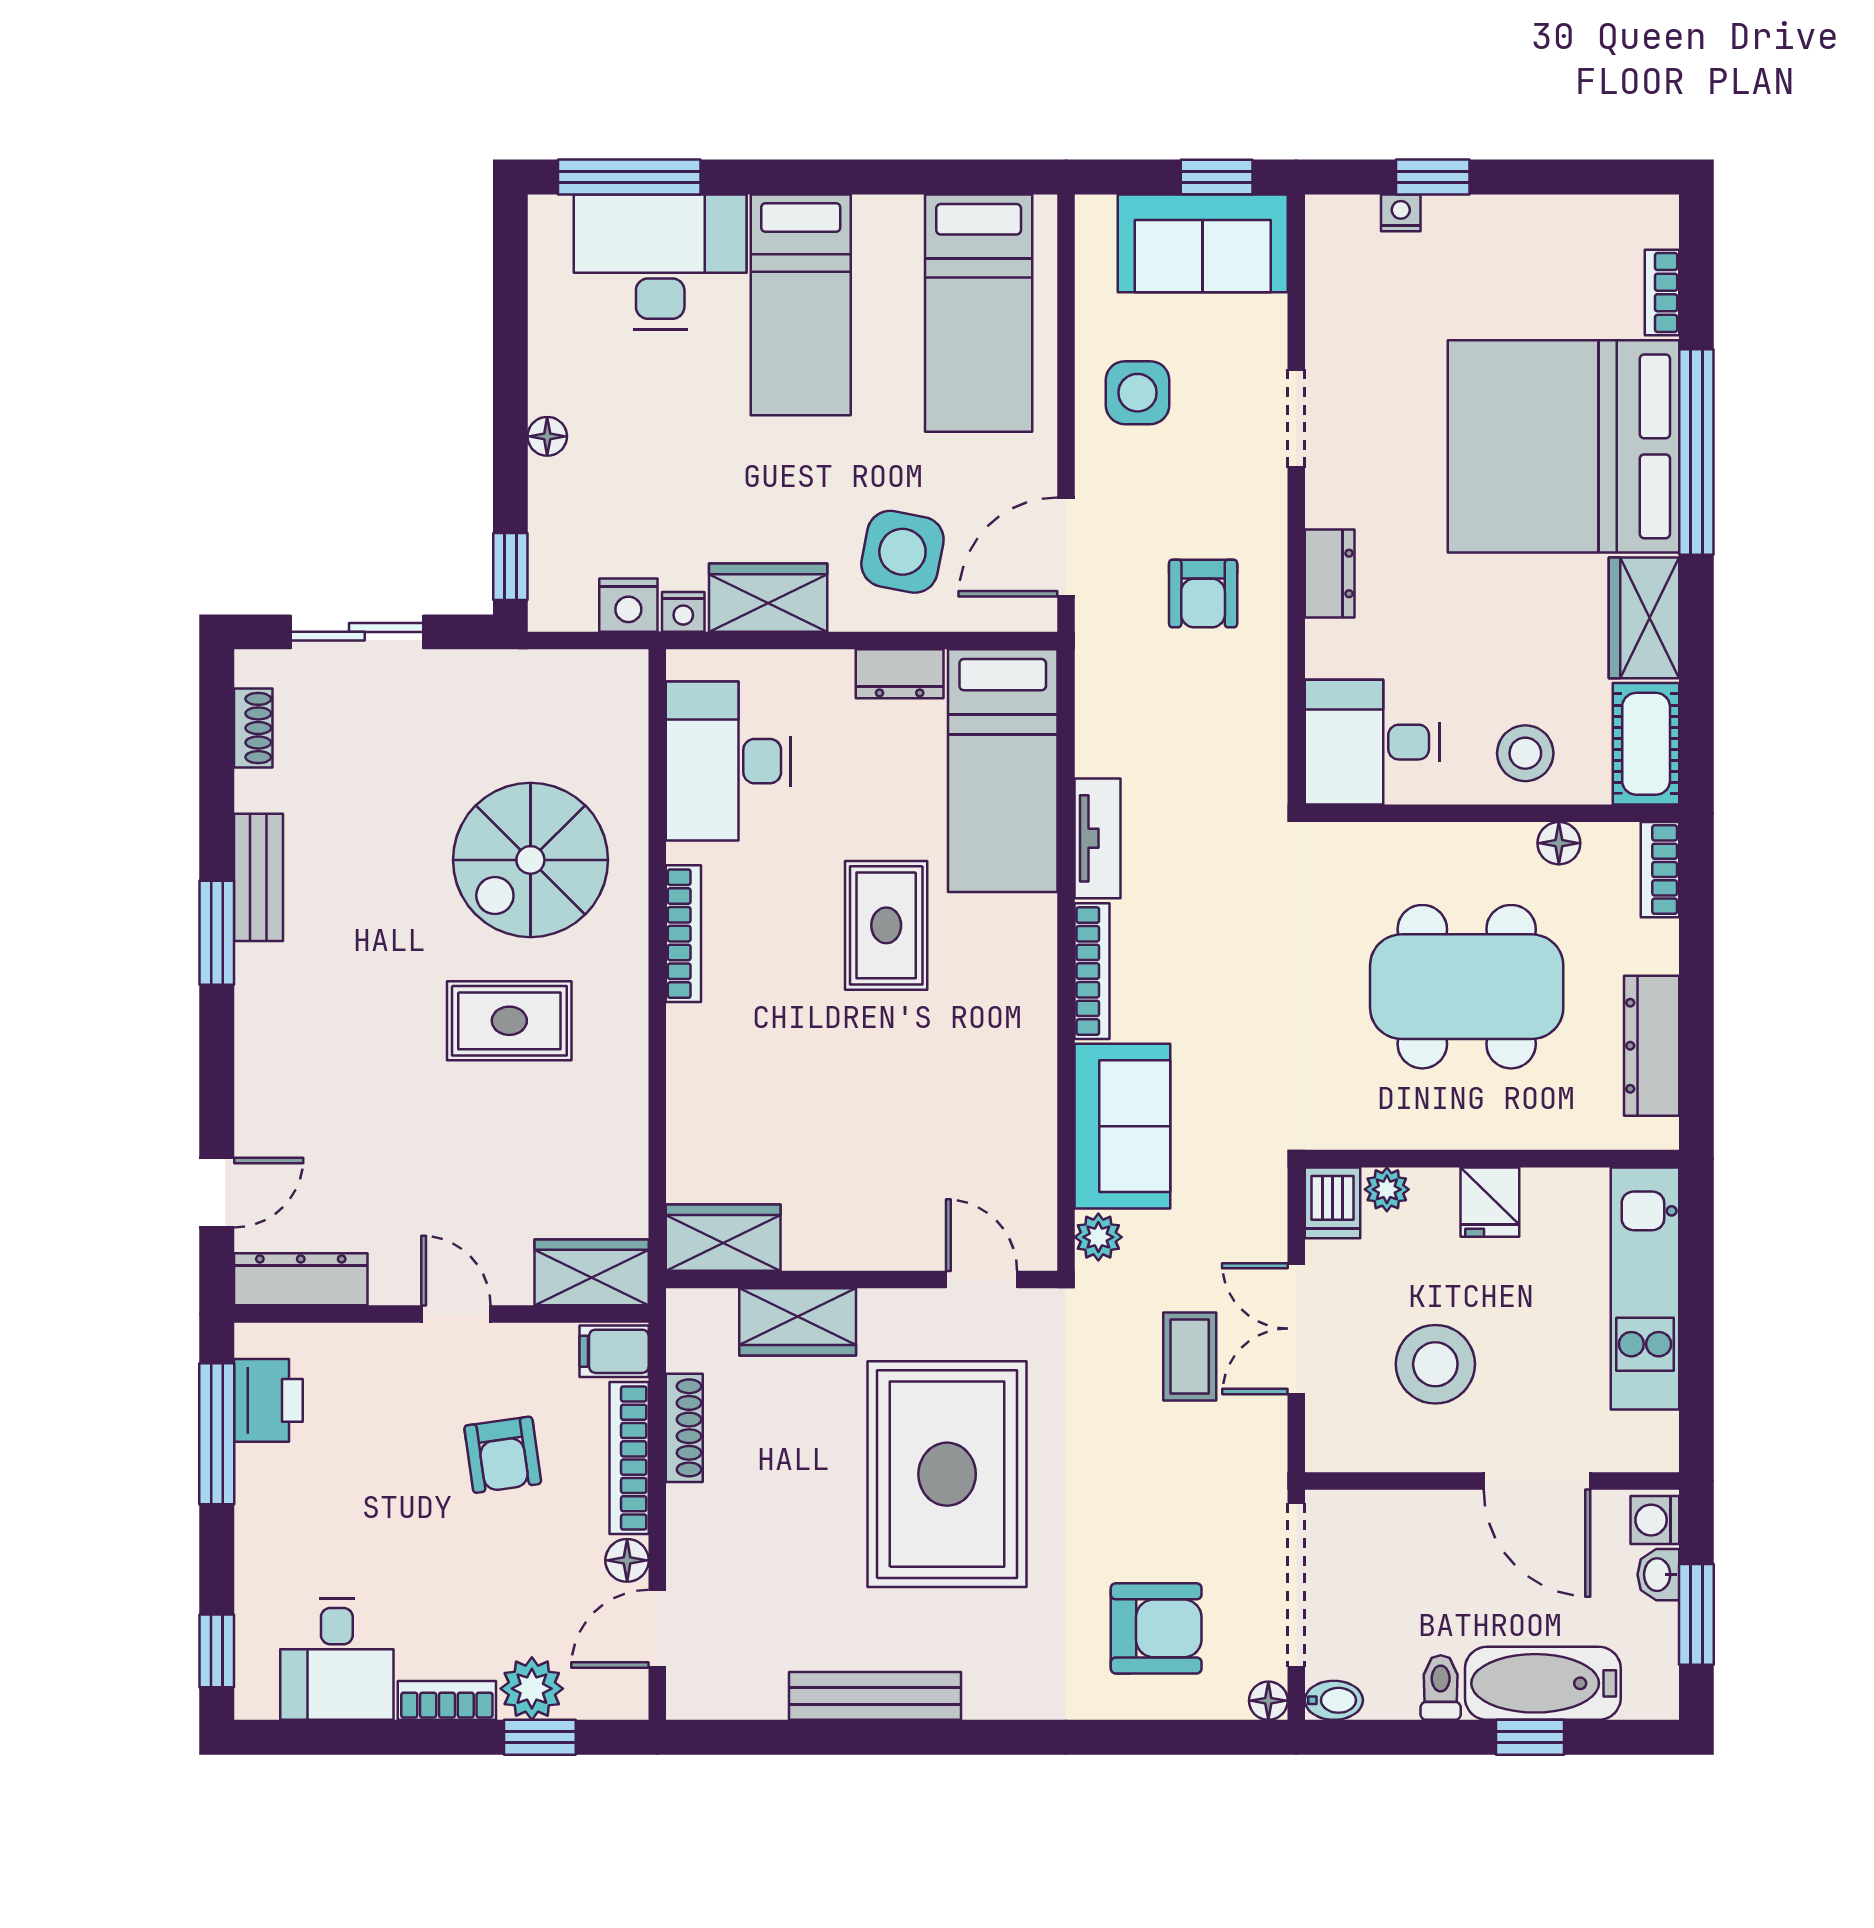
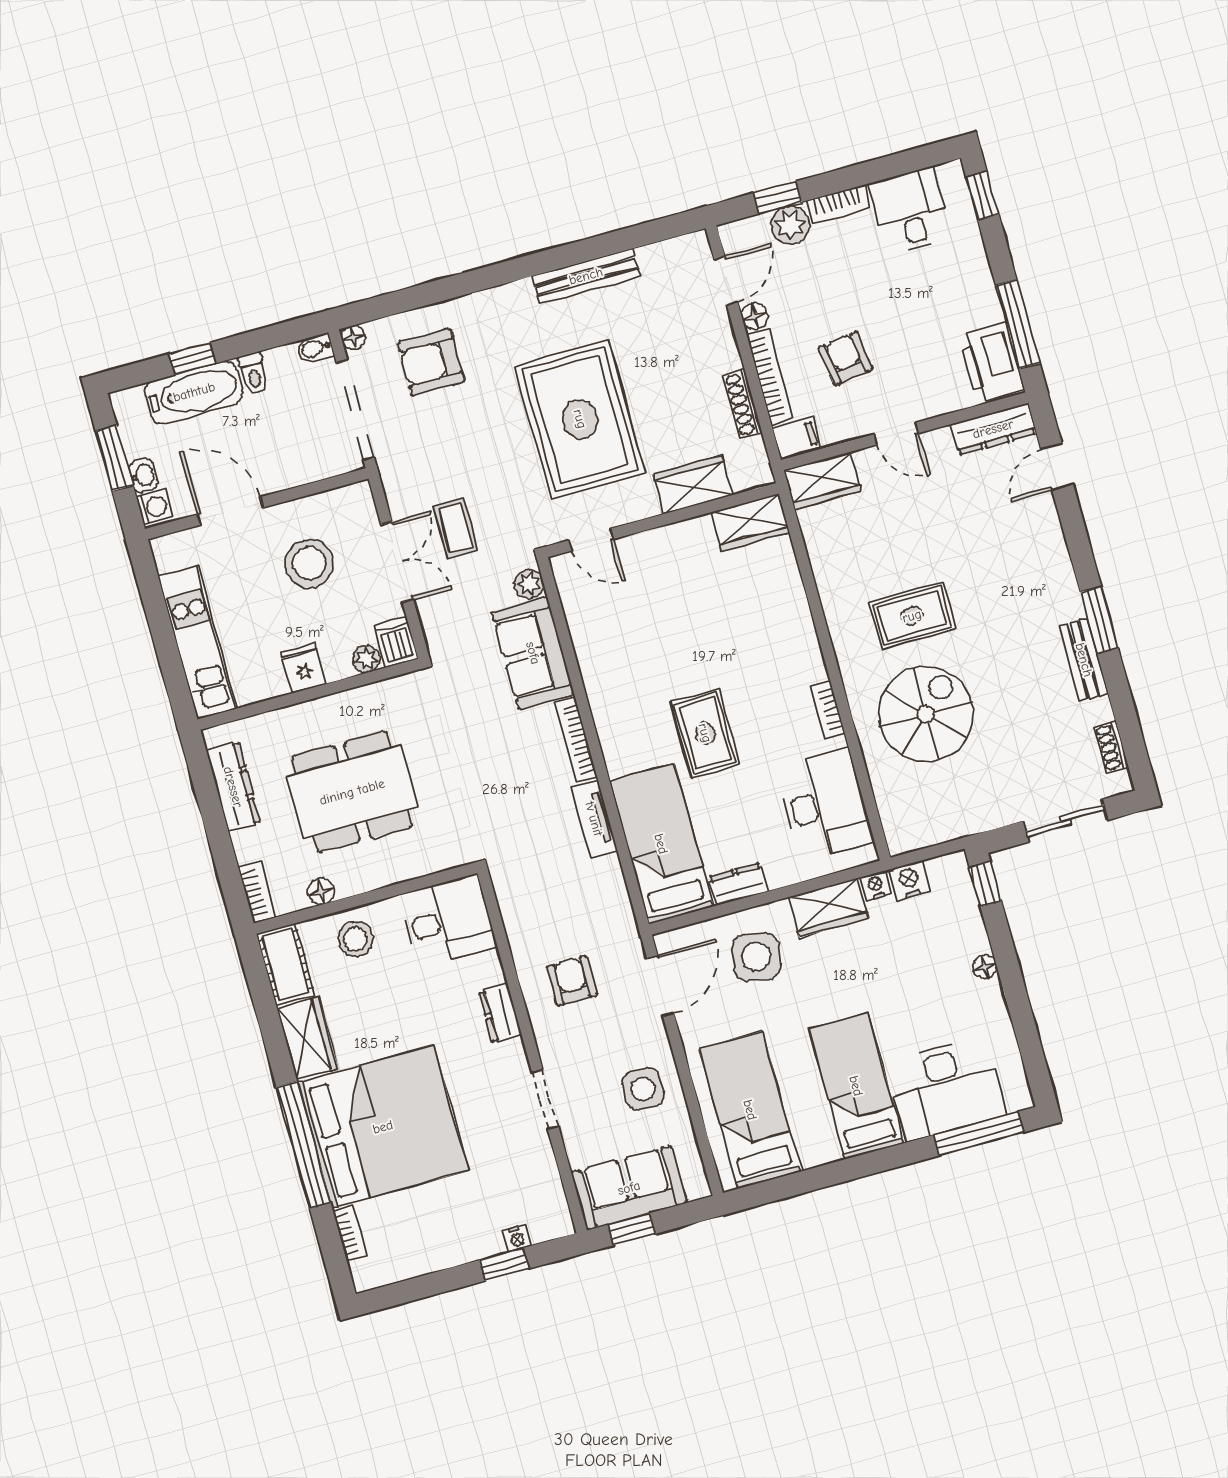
bookcase: (683, 934) -> (828, 710), width x0.64
printer: (268, 1400) -> (991, 362), width x1.37, depth x1.19

